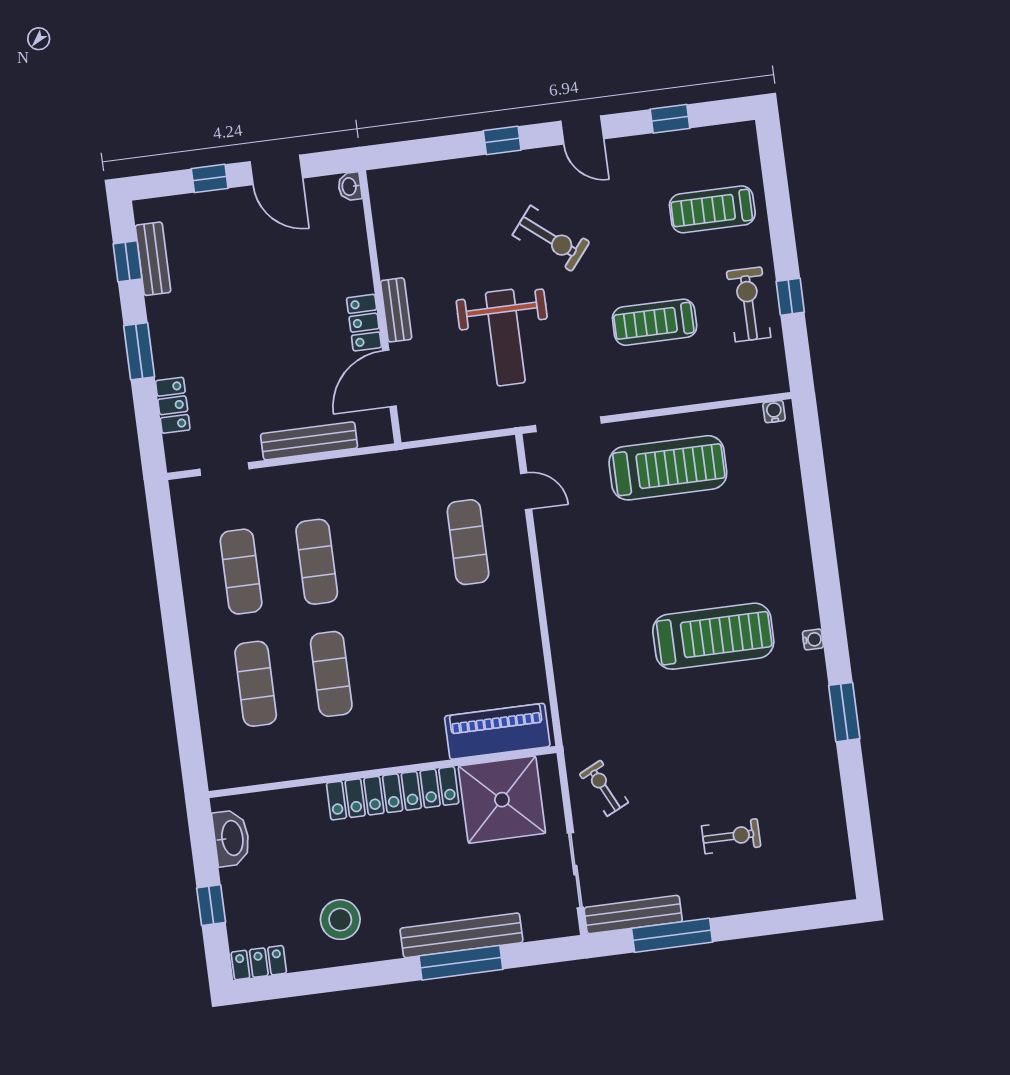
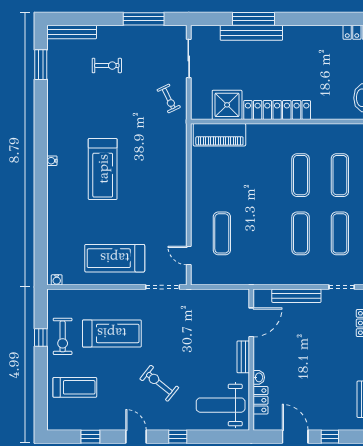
washbasin: (350, 187) -> (259, 377), moved
treadmill: (655, 322) -> (112, 333), width x1.37, depth x1.38
locker: (364, 323) -> (260, 400), moved
weight bench: (505, 338) -> (221, 405), moved, turned -90
treadmill: (713, 636) -> (103, 169), turned -90
window: (844, 712) -> (41, 65), moved
shower: (502, 800) -> (227, 105), width x0.73, depth x0.73
exercise bike: (731, 836) -> (107, 66), turned 180
bench: (633, 915) -> (72, 32), moved
stool: (340, 920) -> (312, 49), removed

